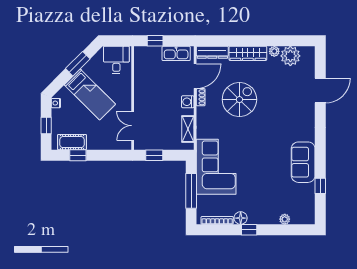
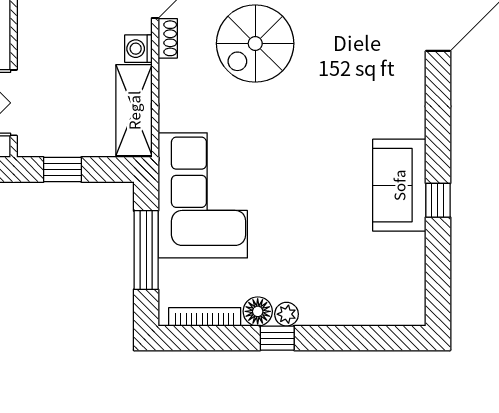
spiral stairs: (239, 100) -> (255, 44), turned 180
shelving: (188, 129) -> (134, 110), width x1.50, depth x1.33
window: (320, 186) -> (438, 200), moved
plant: (285, 219) -> (287, 314), moved

